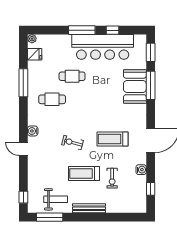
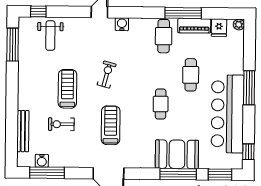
window: (113, 30) -> (248, 152), moved
piano: (33, 74) -> (194, 26), added
cafe table: (52, 99) -> (164, 36), moved
cafe table: (95, 100) -> (161, 104), added
water cooler: (141, 170) -> (42, 161), moved
window: (151, 189) -> (47, 173), width x2.17
weight bench: (56, 199) -> (50, 36), moved
bench: (89, 208) -> (23, 131), moved

